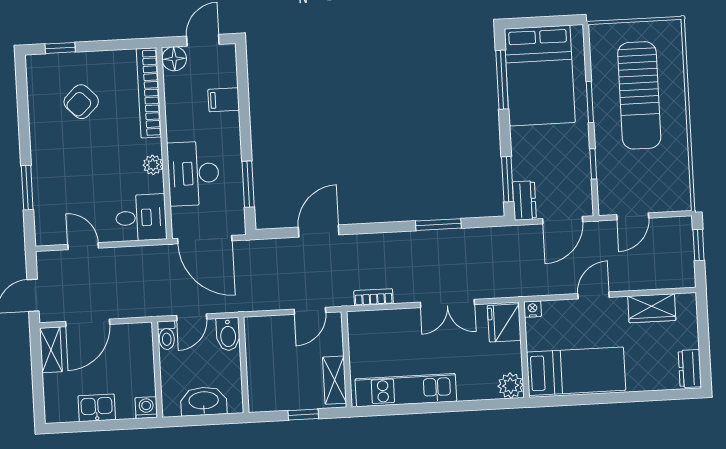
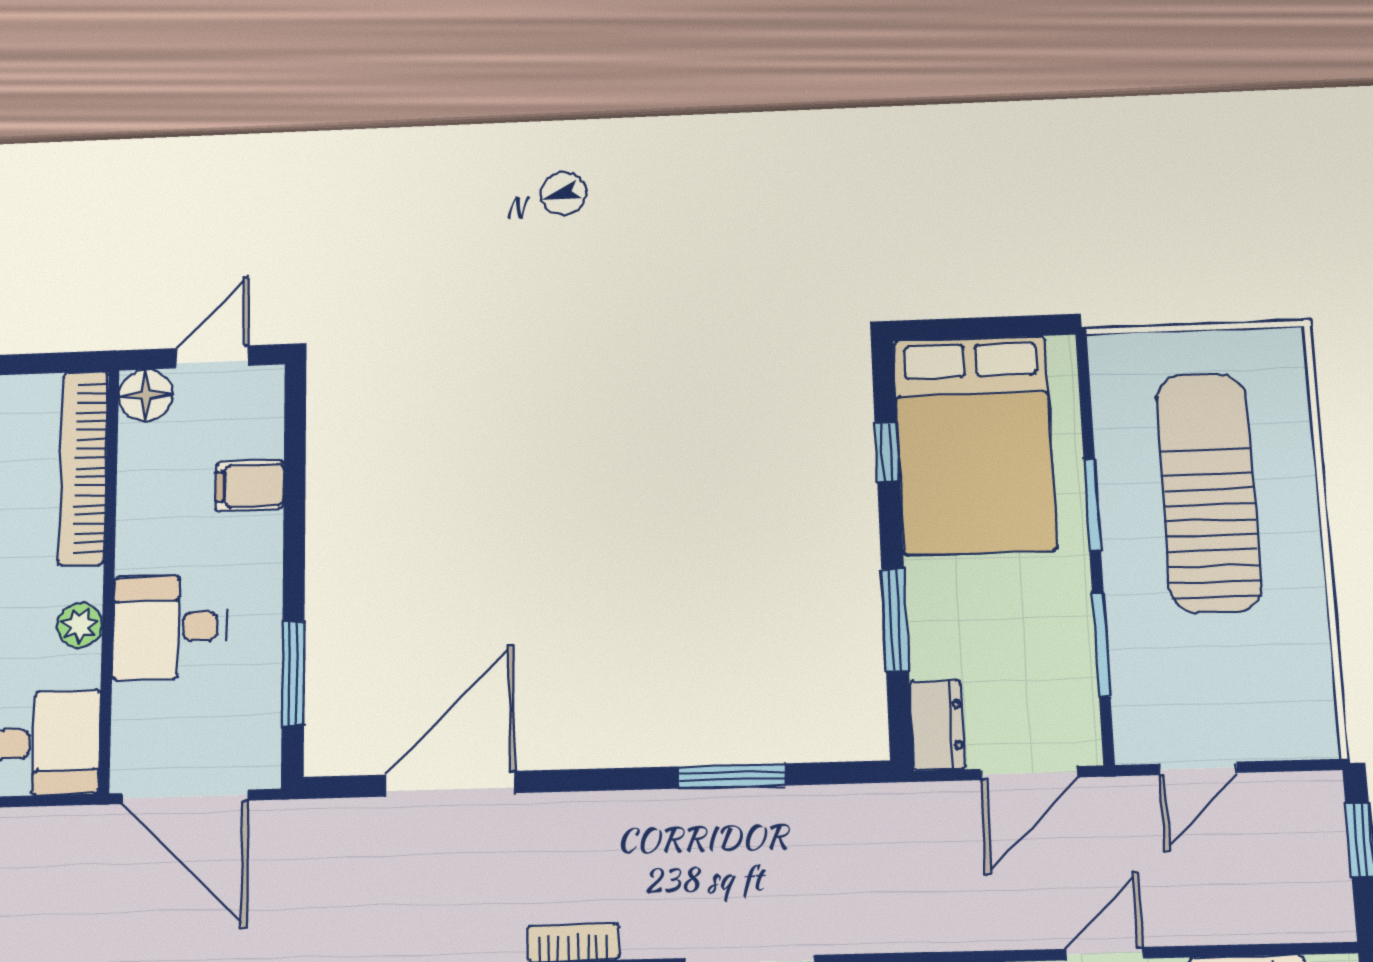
window: (502, 80) -> (887, 452), width x0.46
sun lounger: (639, 95) -> (1209, 492), turned 180
window: (593, 164) -> (1101, 645), width x1.50
desk: (193, 173) -> (170, 627), width x0.73
window: (507, 179) -> (895, 620), moved
door: (319, 231) -> (450, 784), width x1.36

